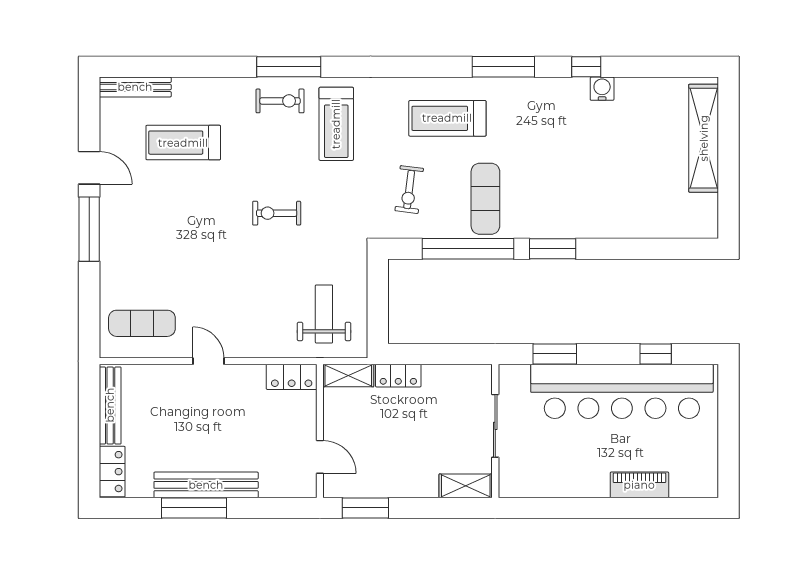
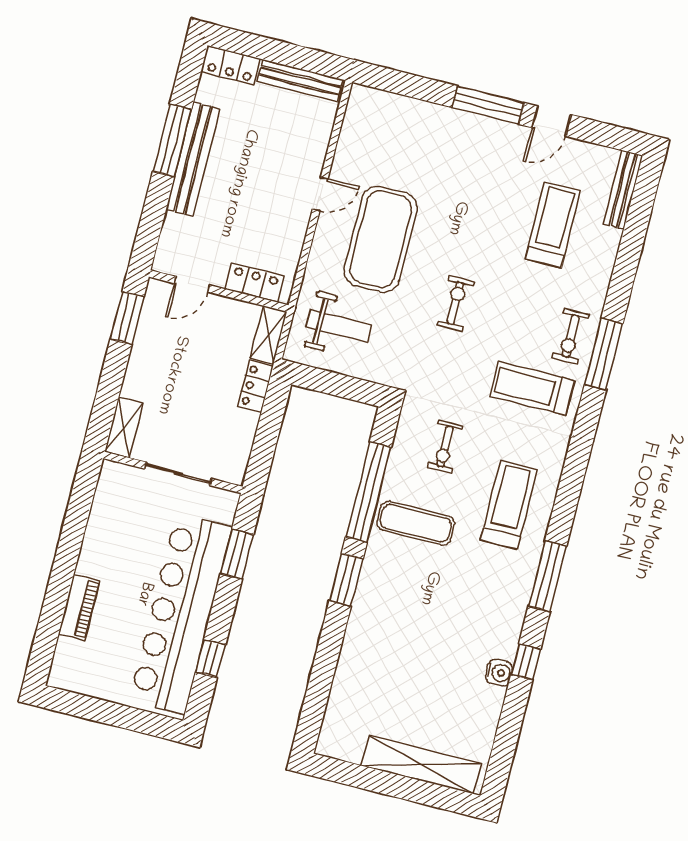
exercise bike: (409, 190) -> (445, 447), turned -97
exercise mat: (142, 323) -> (381, 239), moved, width x2.00, depth x1.45
locker: (292, 377) -> (254, 283), moved, turned 90

